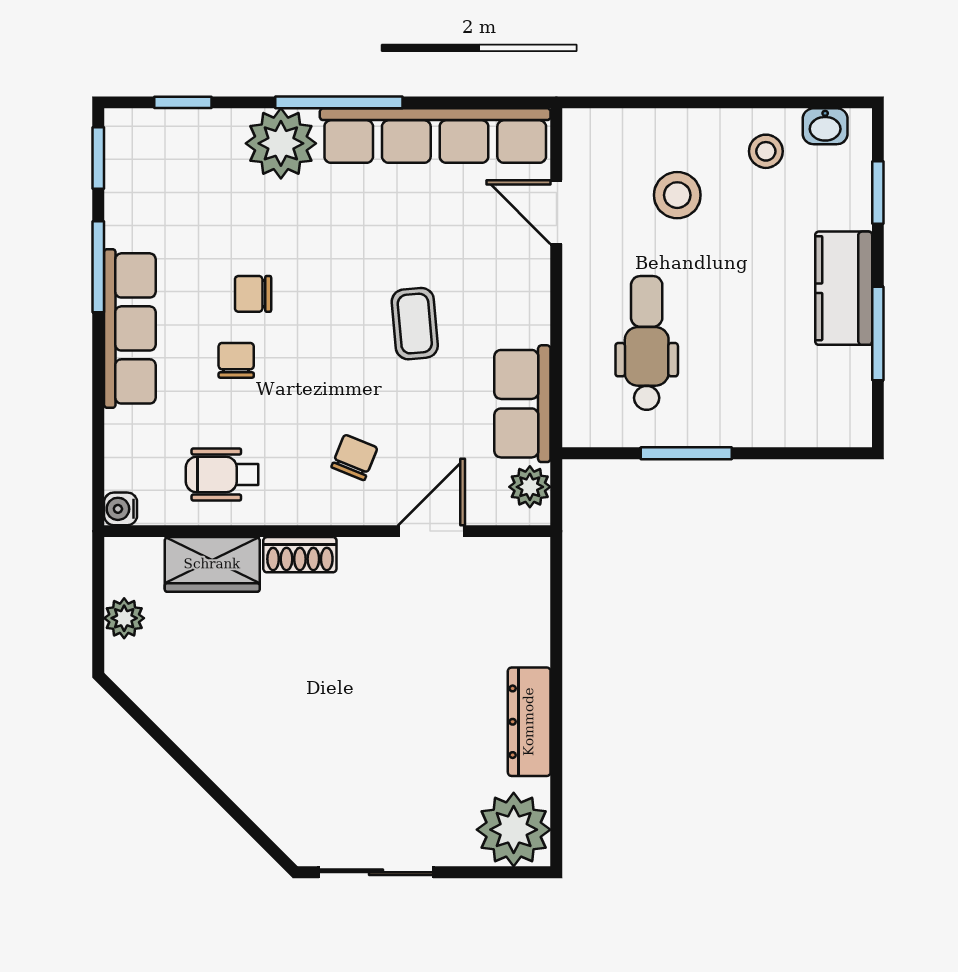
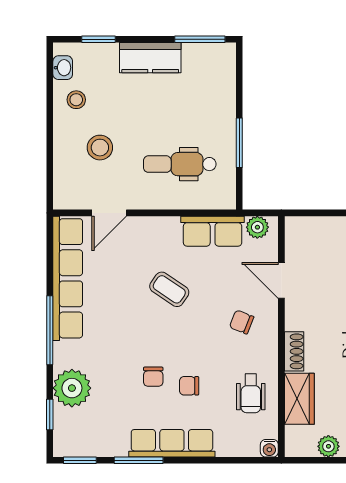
plant: (281, 143) -> (72, 388), moved
coffee table: (415, 324) -> (169, 289), turned 39
window: (878, 333) -> (200, 39), moved

